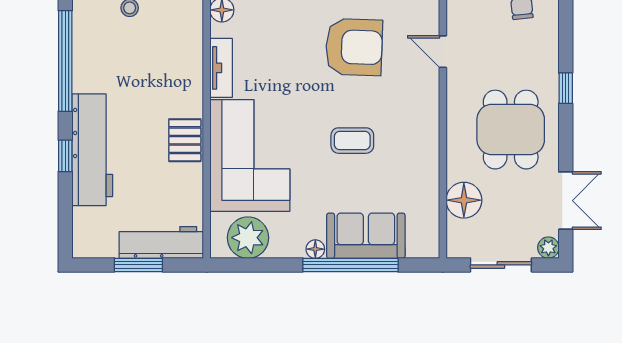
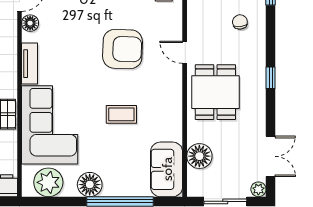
dining table: (511, 130) -> (215, 92), moved
sofa: (366, 236) -> (167, 169), moved, turned -90
floor lamp: (315, 249) -> (90, 185), width x1.89, depth x1.89

